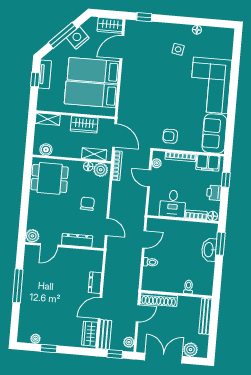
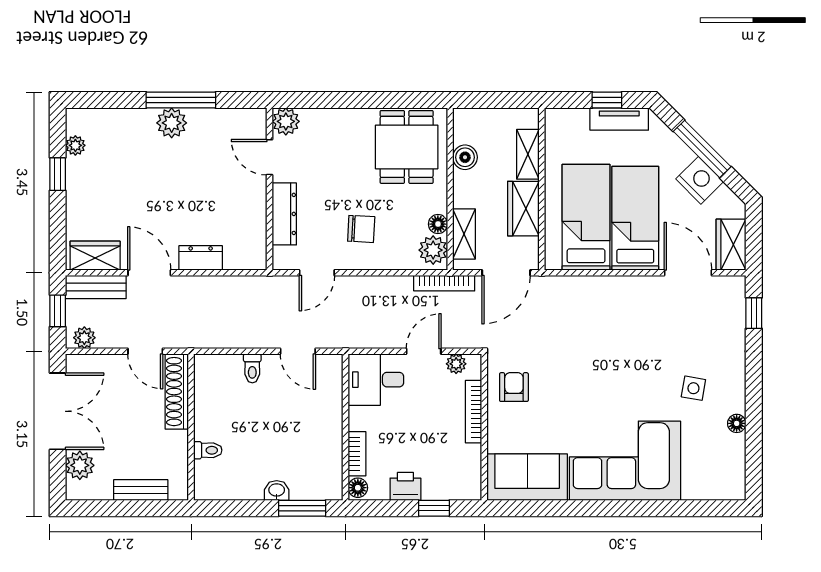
shelving: (48, 119) -> (528, 154), moved
boiler: (46, 150) -> (465, 157), moved
filing cabinet: (208, 163) -> (466, 469), removed
desk: (173, 204) -> (376, 380), moved
washbasin: (209, 250) -> (277, 491), width x0.52, depth x0.69
plant: (28, 291) -> (172, 123), added
bench: (205, 316) -> (141, 490), width x0.73

